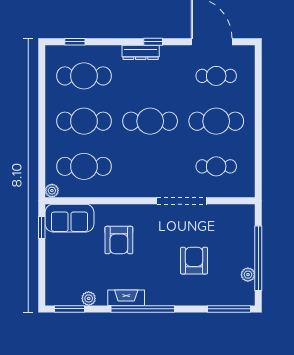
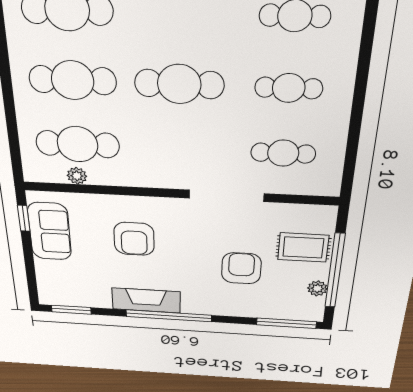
cafe table: (216, 121) -> (289, 88), width x0.73, depth x0.74
plant: (52, 191) -> (77, 176), moved
sofa: (70, 218) -> (50, 231), moved, turned -90
rug: (235, 240) -> (303, 247), added
plant: (89, 298) -> (96, 301), removed
fireplace: (126, 298) -> (146, 300), width x1.37, depth x1.32

